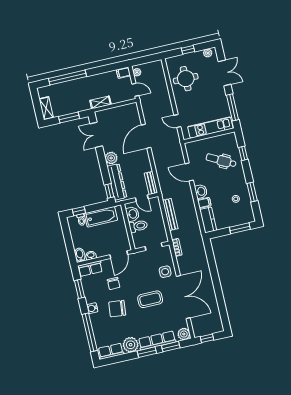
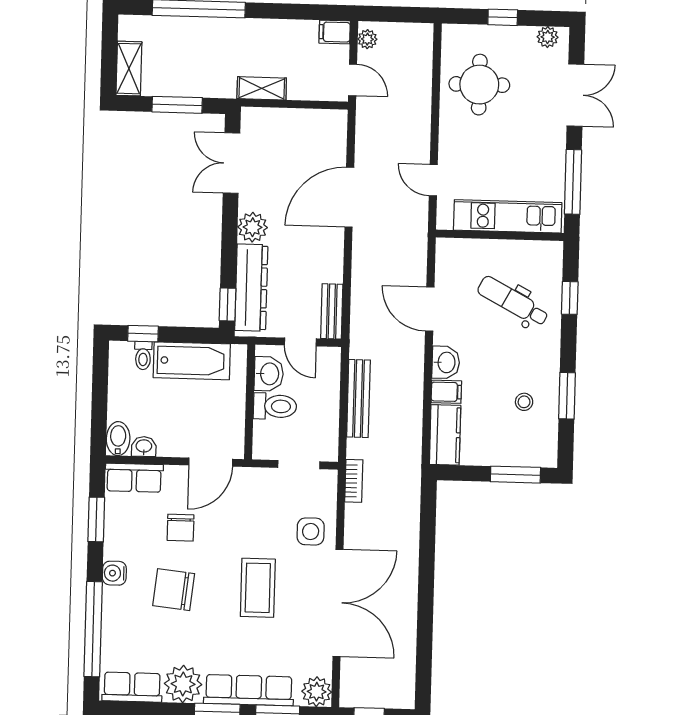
coffee table: (150, 299) -> (258, 588), turned 90

